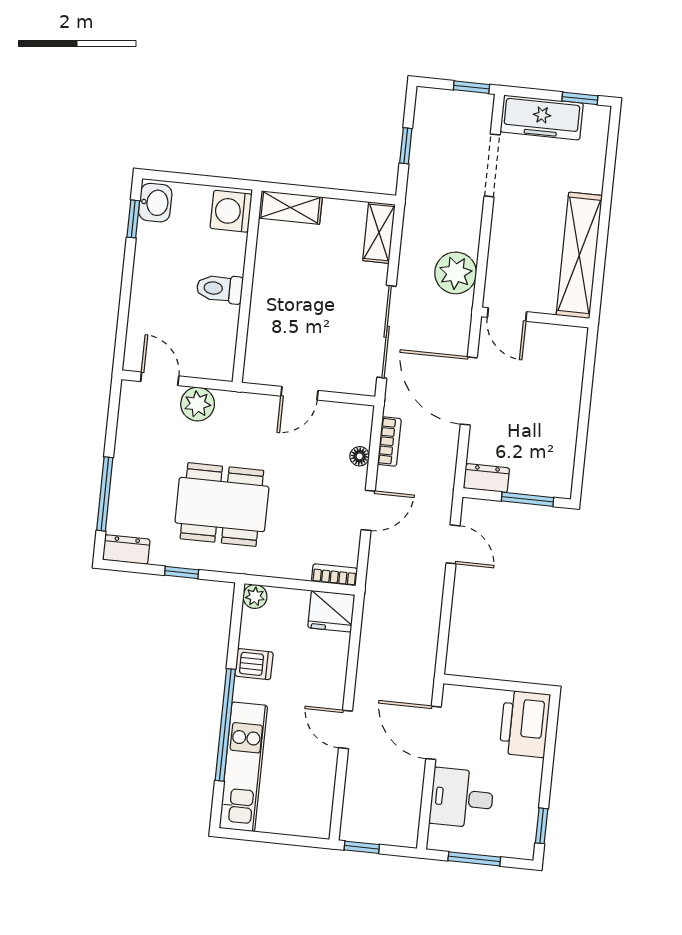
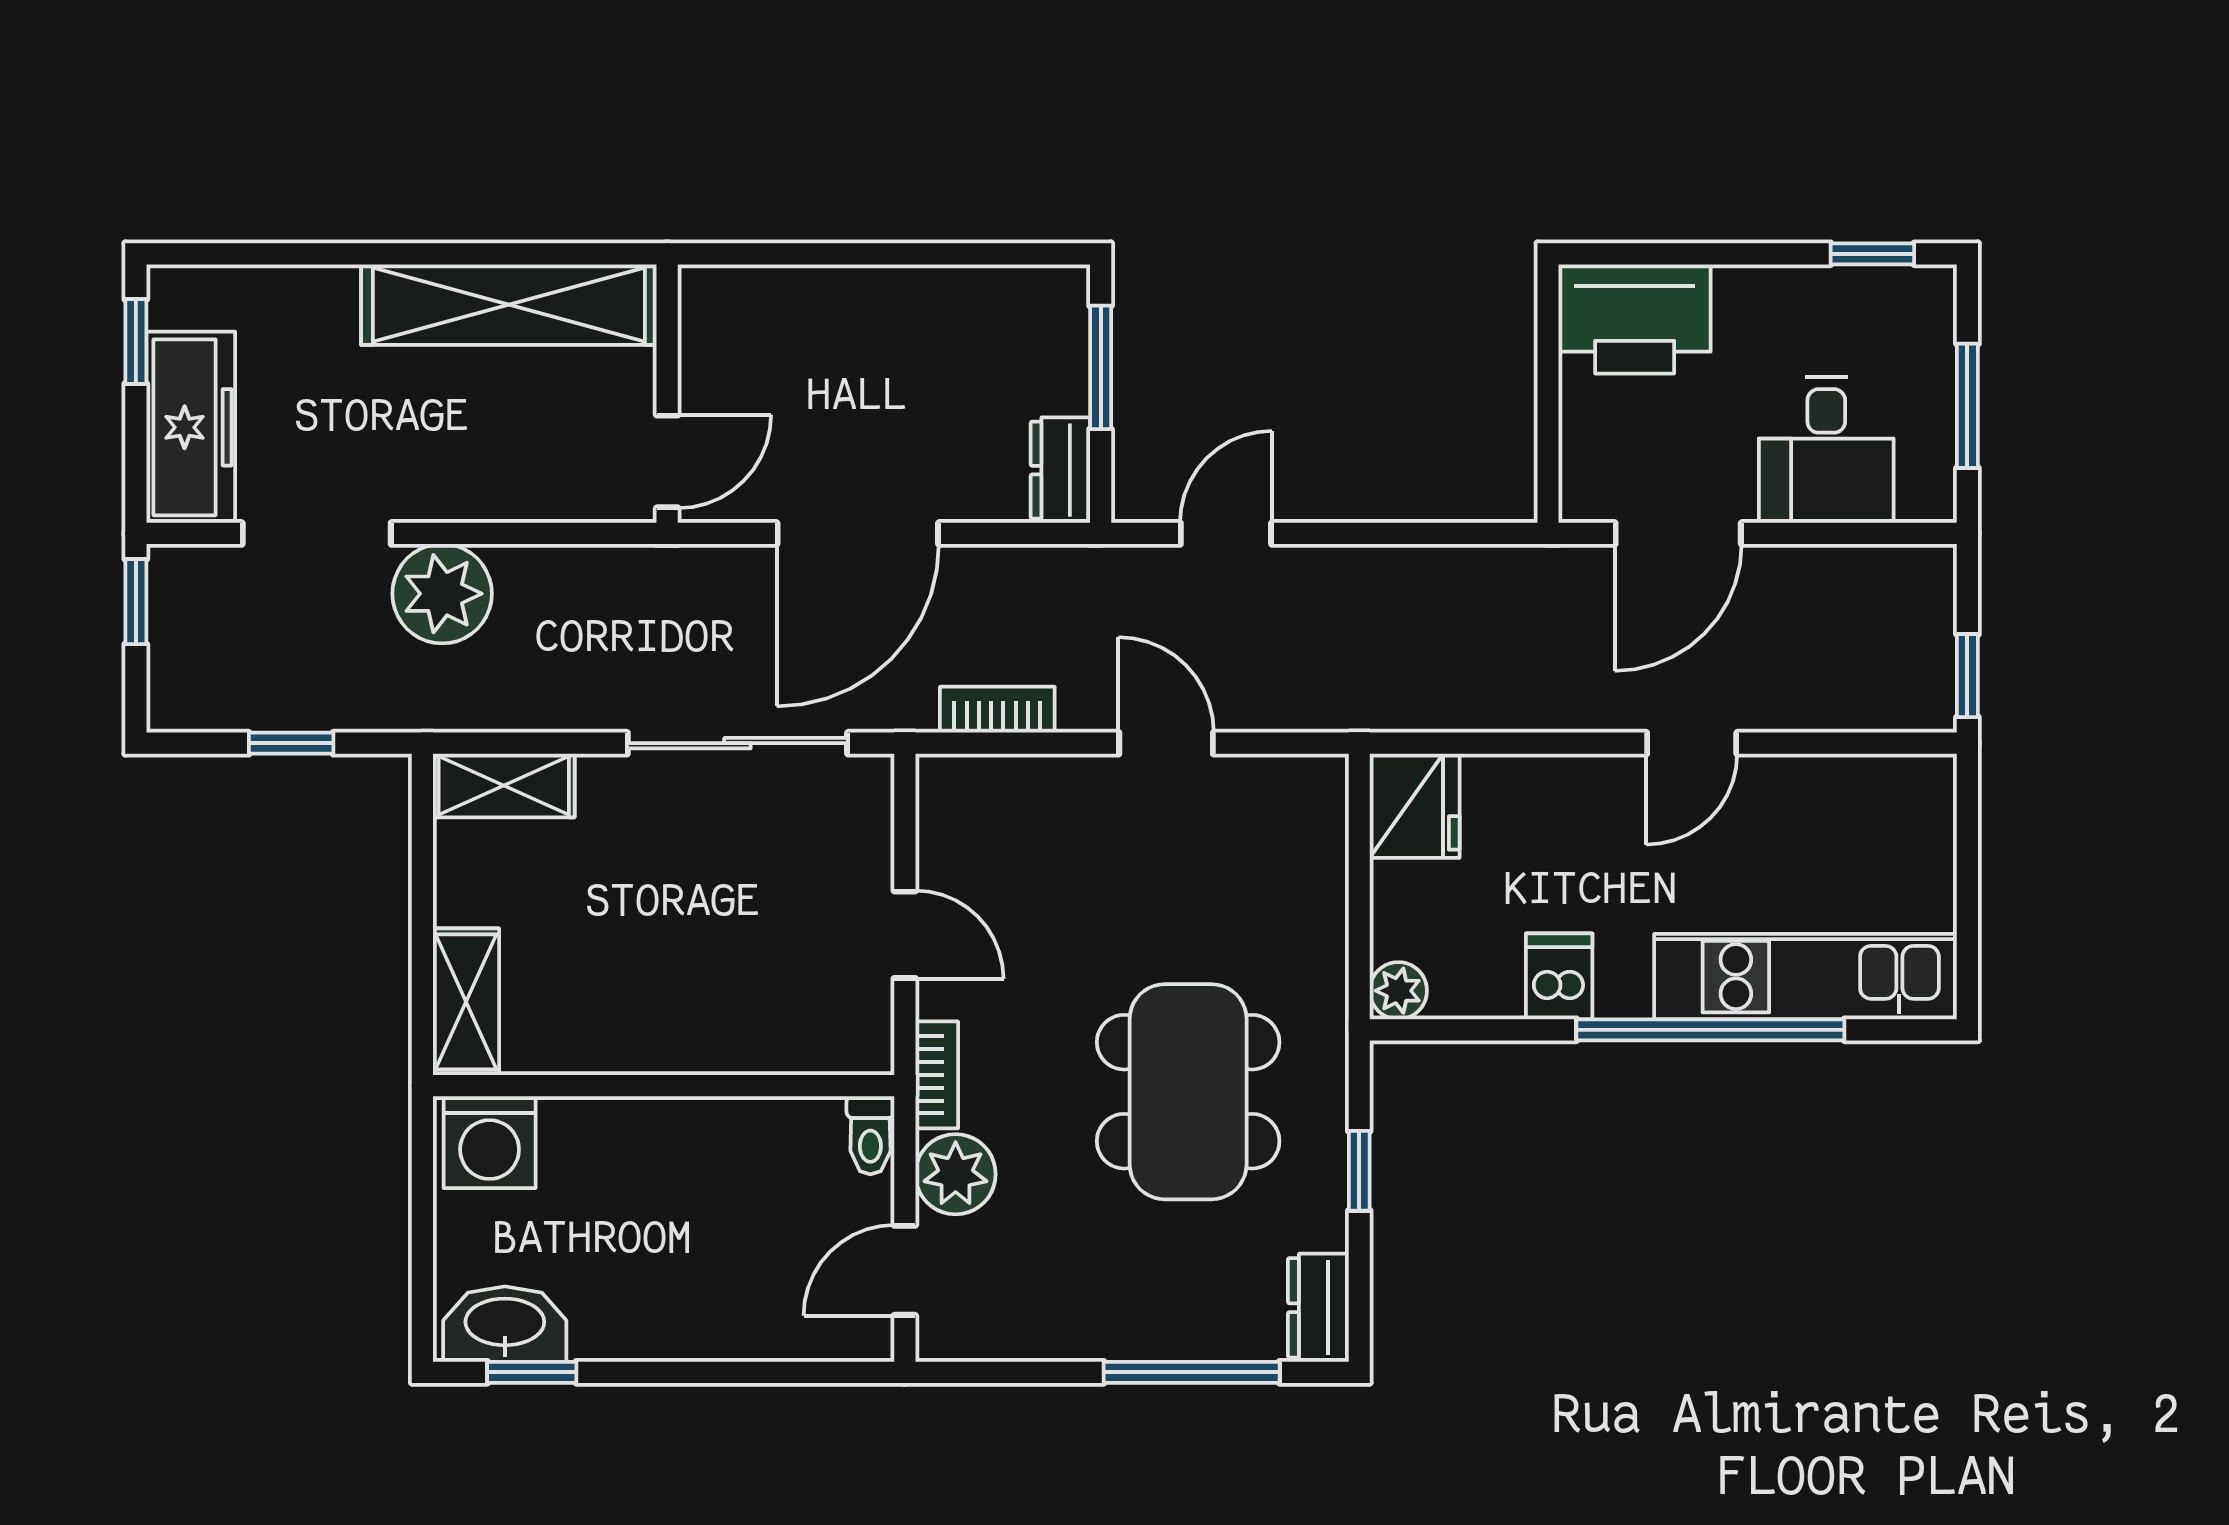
washbasin: (155, 203) -> (505, 1324), width x1.38
plant: (456, 273) -> (442, 594), moved
toilet: (220, 289) -> (870, 1135), moved, width x0.73, depth x0.72
floor lamp: (360, 456) -> (1040, 777), removed
bookcase: (335, 575) -> (937, 1075), moved, turned 180

